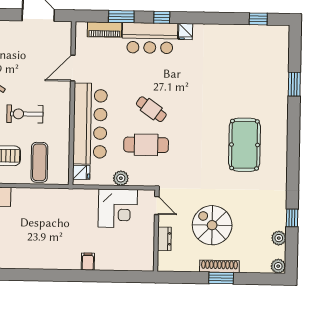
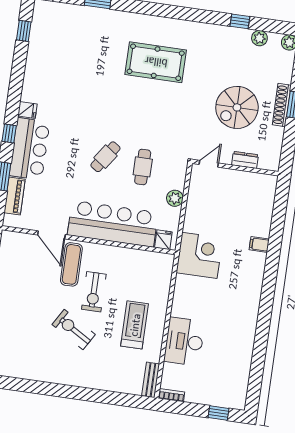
cafe table: (146, 145) -> (143, 167), width x0.73, depth x0.74
exercise mat: (39, 162) -> (71, 264), moved, turned 90
corner desk: (118, 208) -> (199, 255), moved

